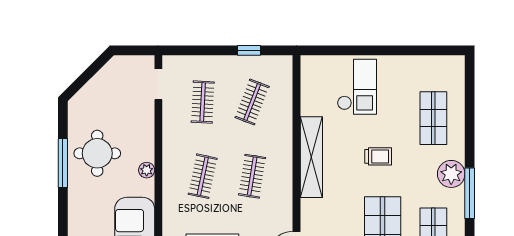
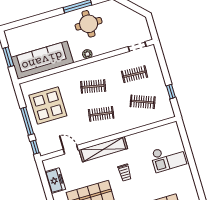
trolley: (378, 156) -> (125, 173), moved
shelving: (311, 157) -> (103, 149), moved

